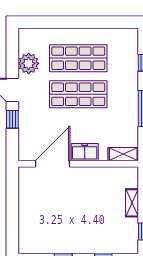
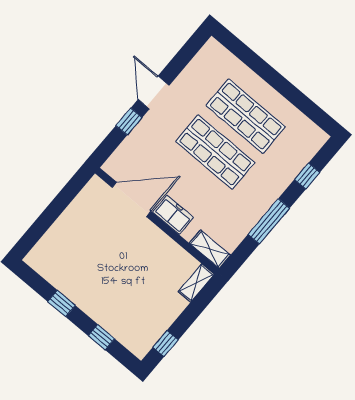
plant: (29, 63) -> (192, 80), removed
shelving: (132, 203) -> (196, 283), moved

